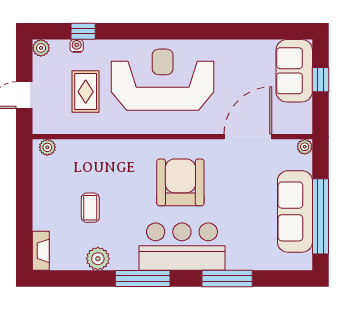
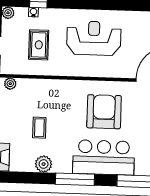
reception desk: (163, 80) -> (94, 38), width x0.74, depth x0.77

